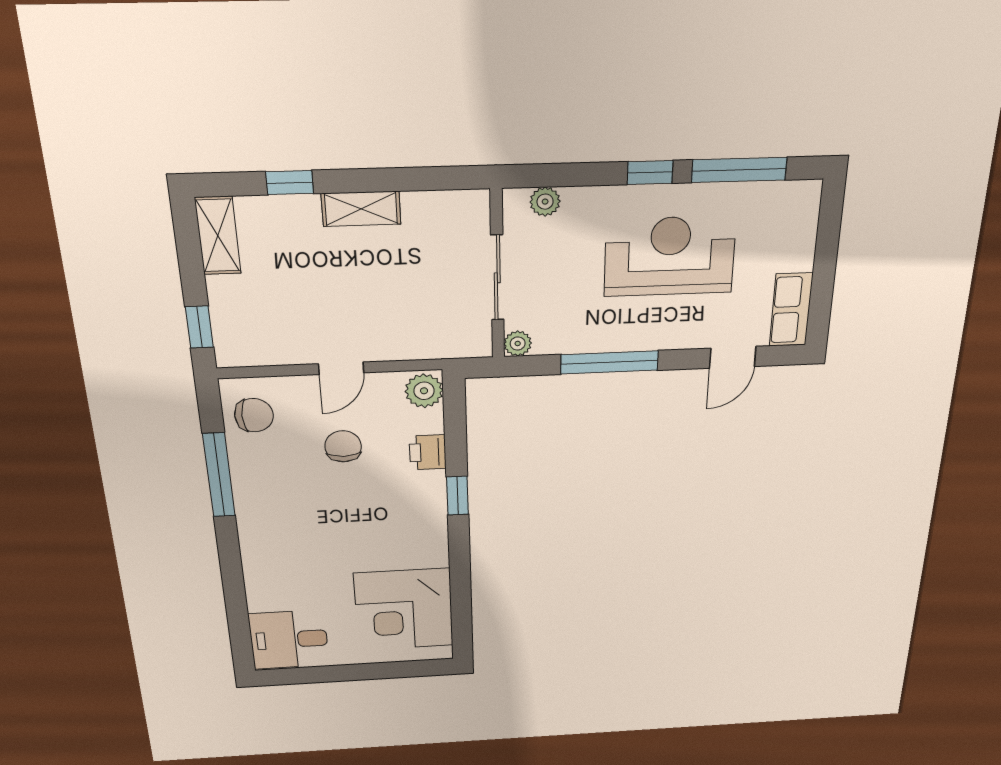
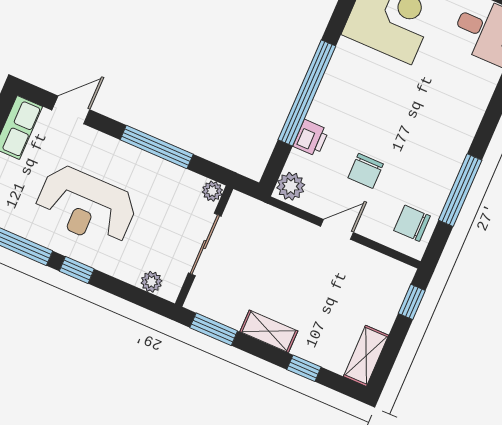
window: (435, 179) -> (214, 329), added
window: (457, 496) -> (307, 93), width x3.17

